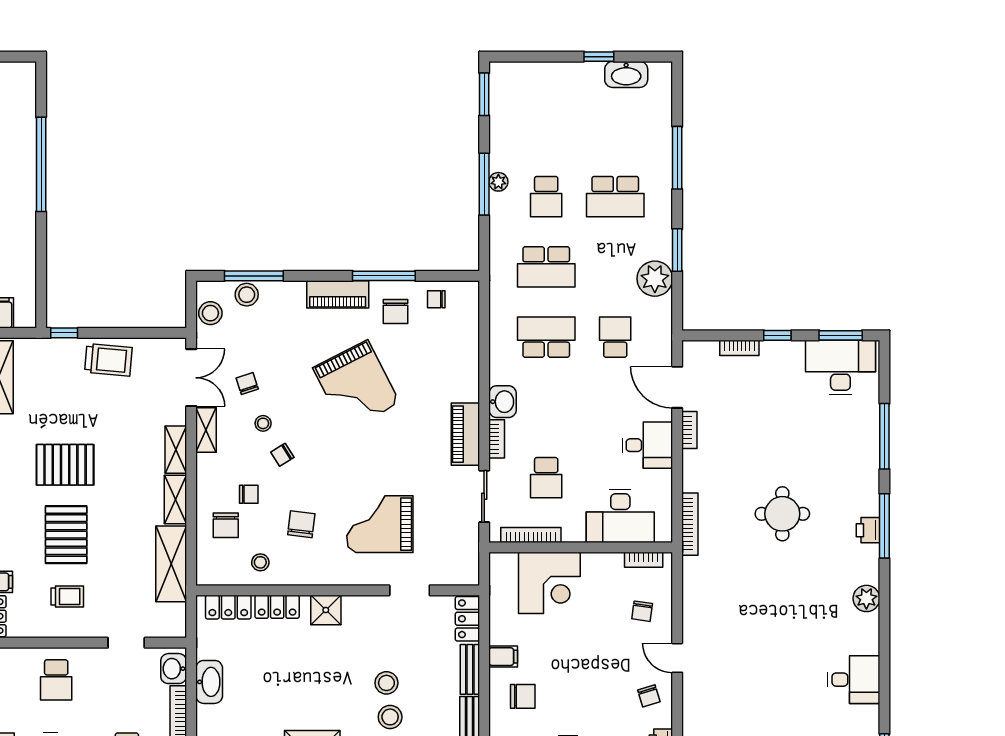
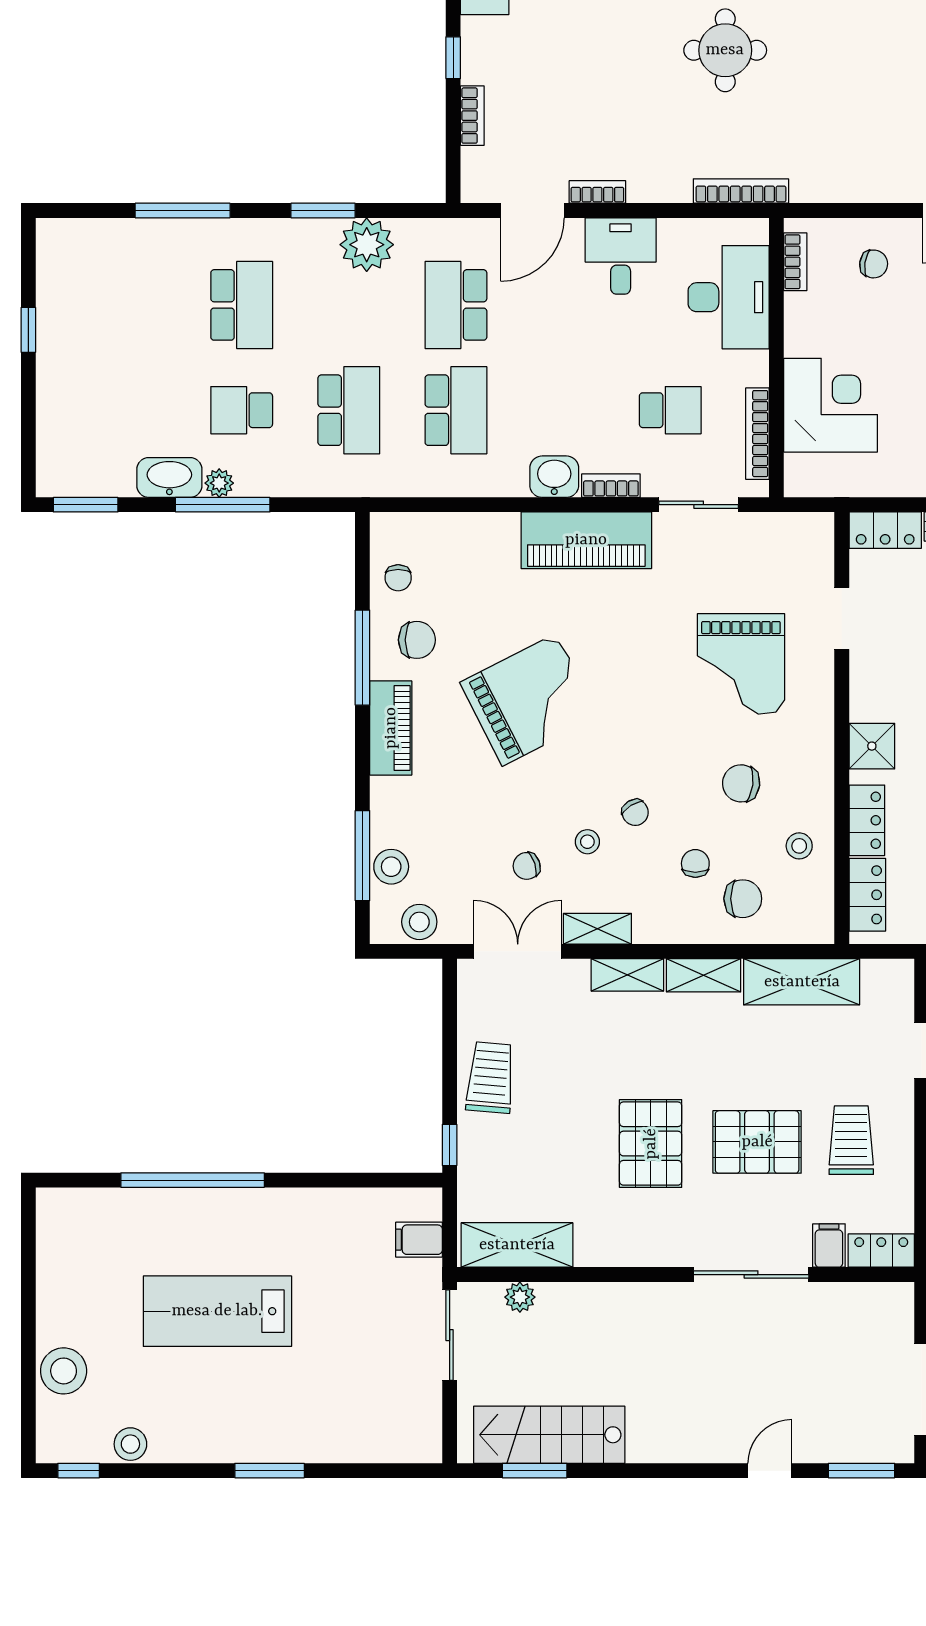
washbasin: (626, 74) -> (169, 477), moved, turned -90
school desk: (546, 197) -> (242, 410), turned 180
school desk: (546, 337) -> (456, 410), turned 180
school desk: (615, 337) -> (456, 305), width x1.85
piano: (465, 434) -> (586, 540), width x1.37, depth x1.33
trolley: (67, 596) -> (851, 1140), width x1.36, depth x1.39

